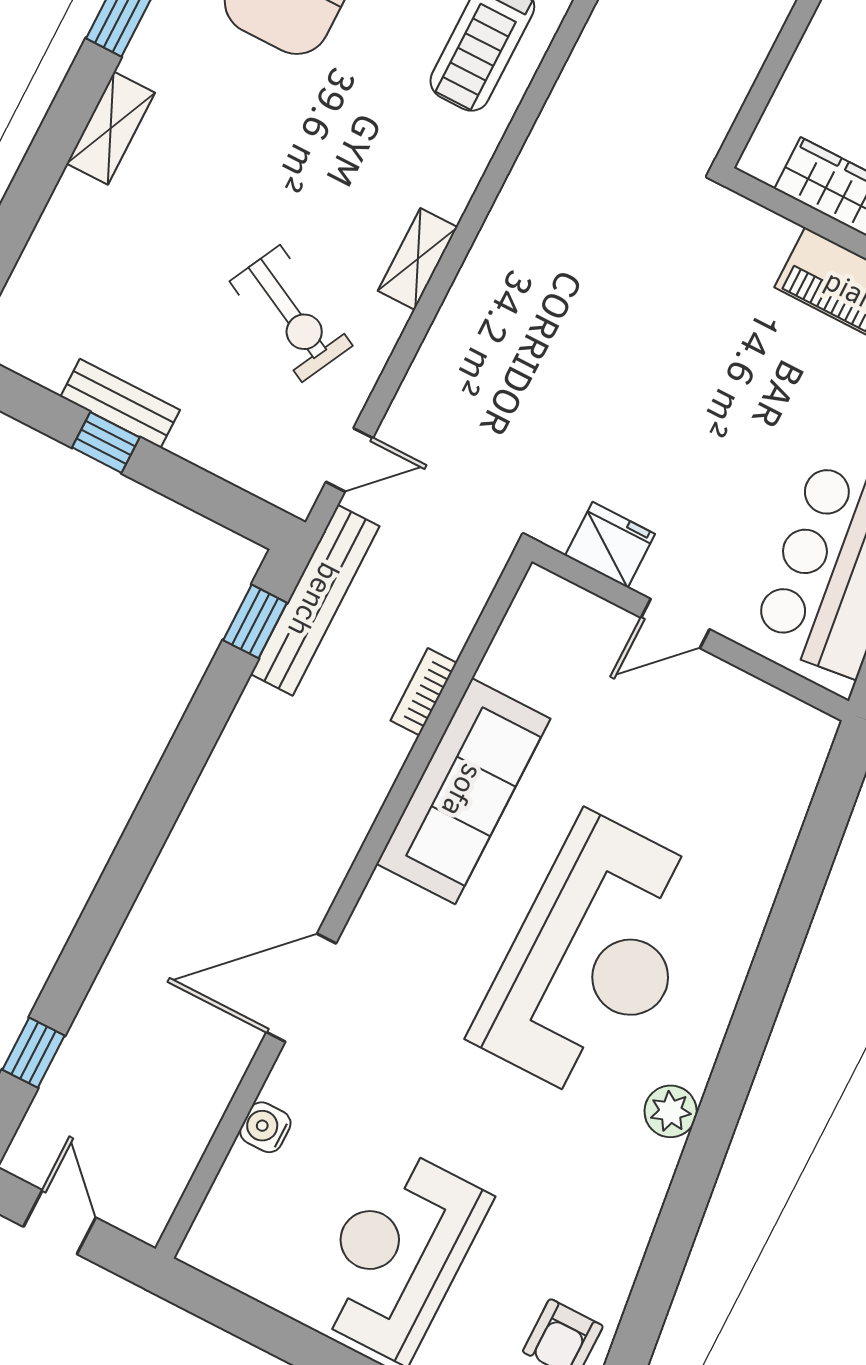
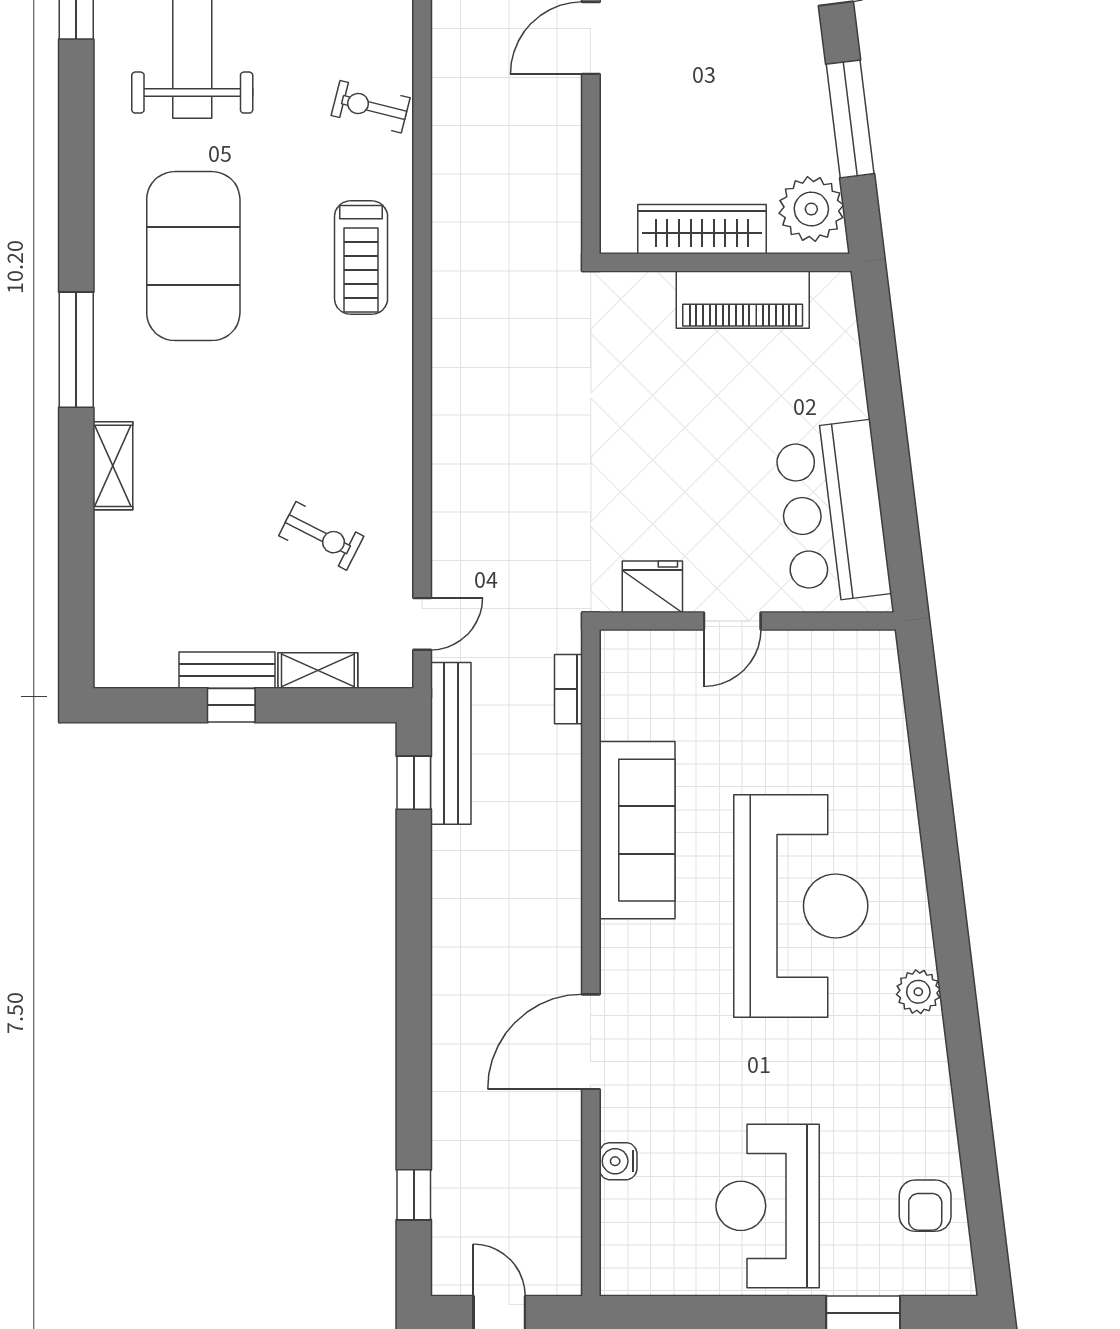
shelving: (418, 259) -> (318, 671), moved, turned 90
exercise bike: (291, 314) -> (321, 536), width x0.73, depth x0.72
bookcase: (424, 692) -> (569, 689), moved

